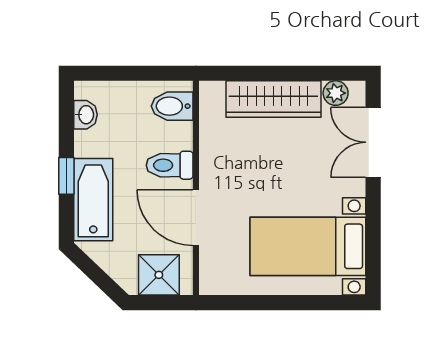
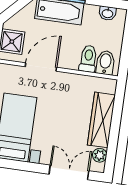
toilet: (170, 165) -> (88, 59), moved

